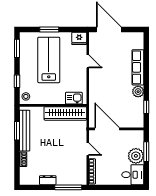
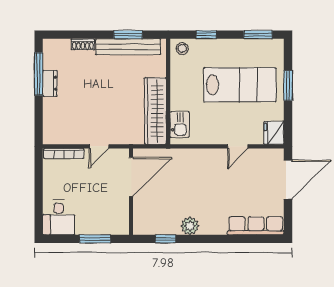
row of seats: (138, 67) -> (256, 226), moved
plant: (136, 156) -> (88, 222), removed
window: (68, 187) -> (39, 74), moved

